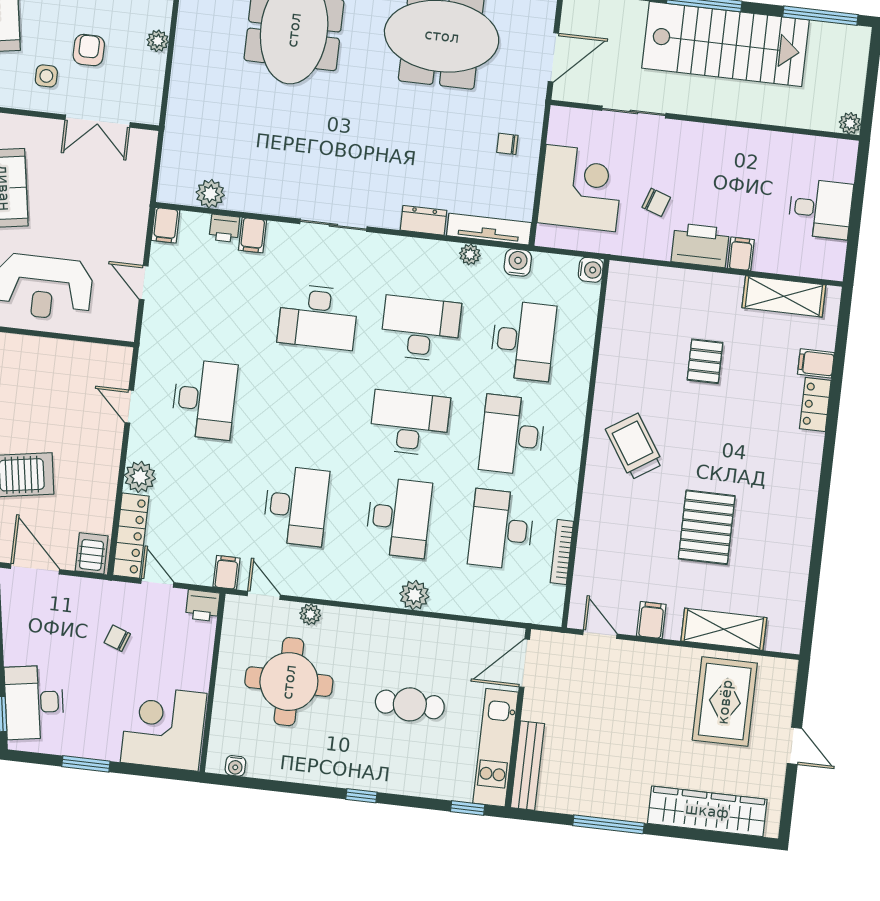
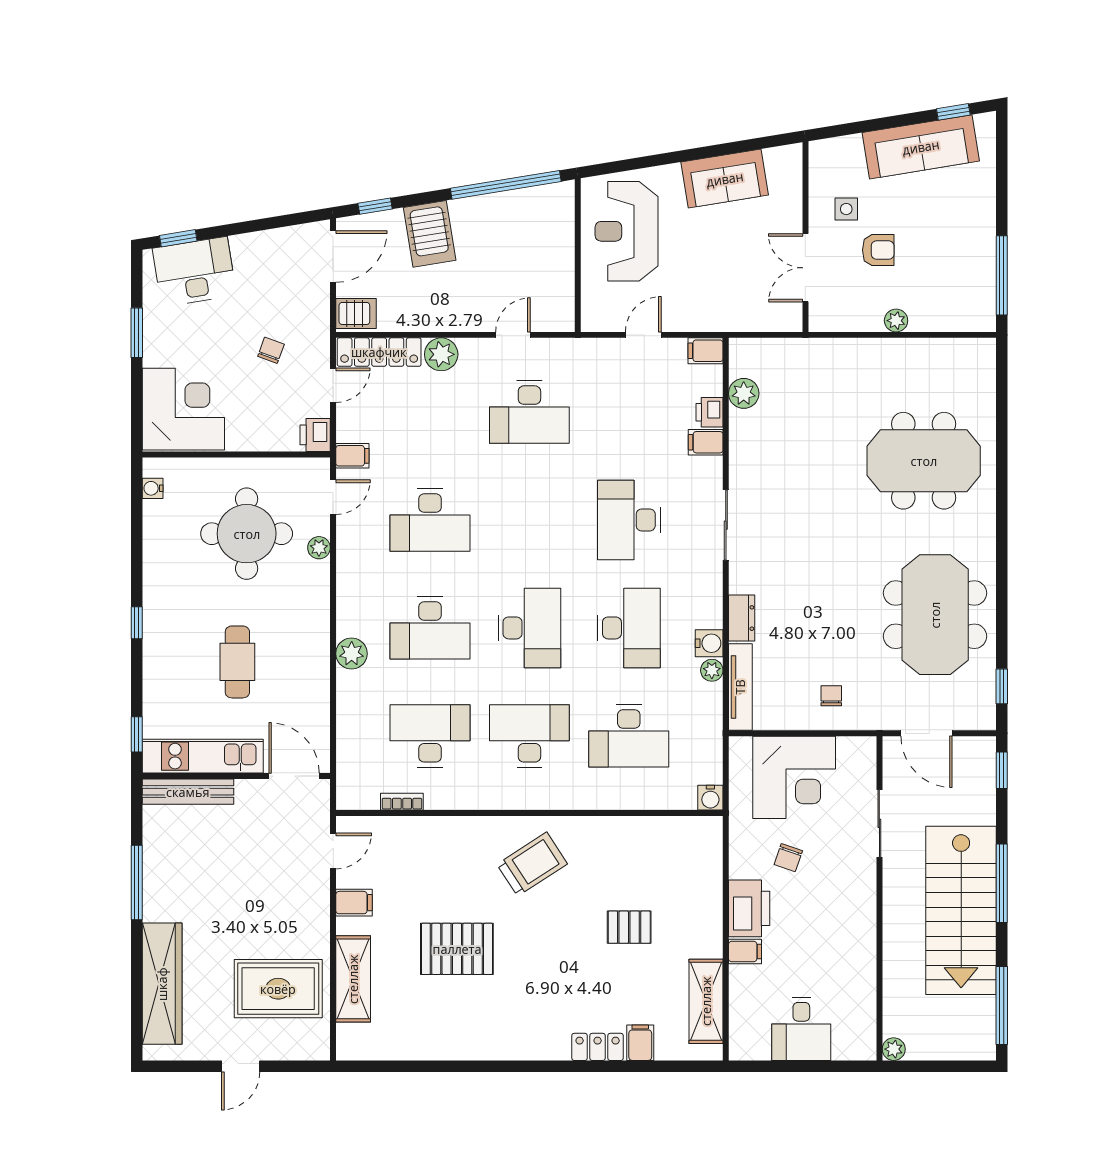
water cooler: (518, 262) -> (709, 643), moved
bookcase: (562, 552) -> (402, 802), width x0.64

